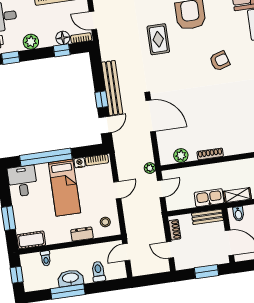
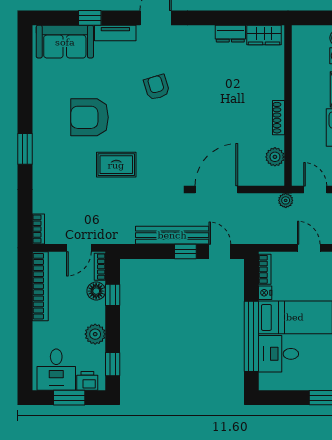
desk: (23, 181) -> (279, 354), moved

